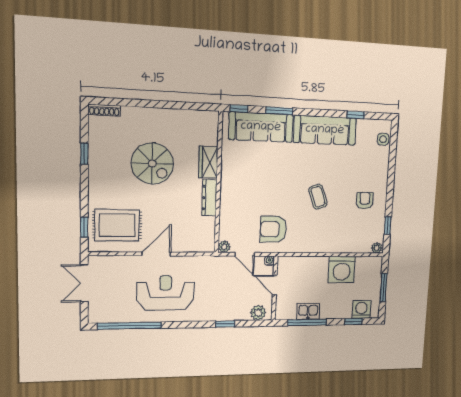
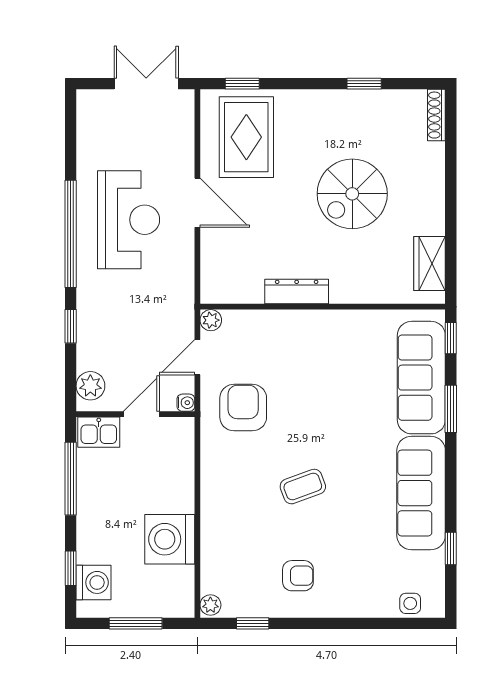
wardrobe: (208, 162) -> (430, 264), moved, turned -90
kitchen sink: (308, 311) -> (99, 432), moved, turned 90
window: (130, 326) -> (71, 234), moved

